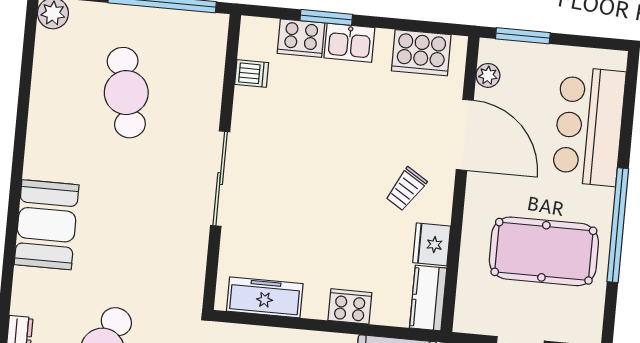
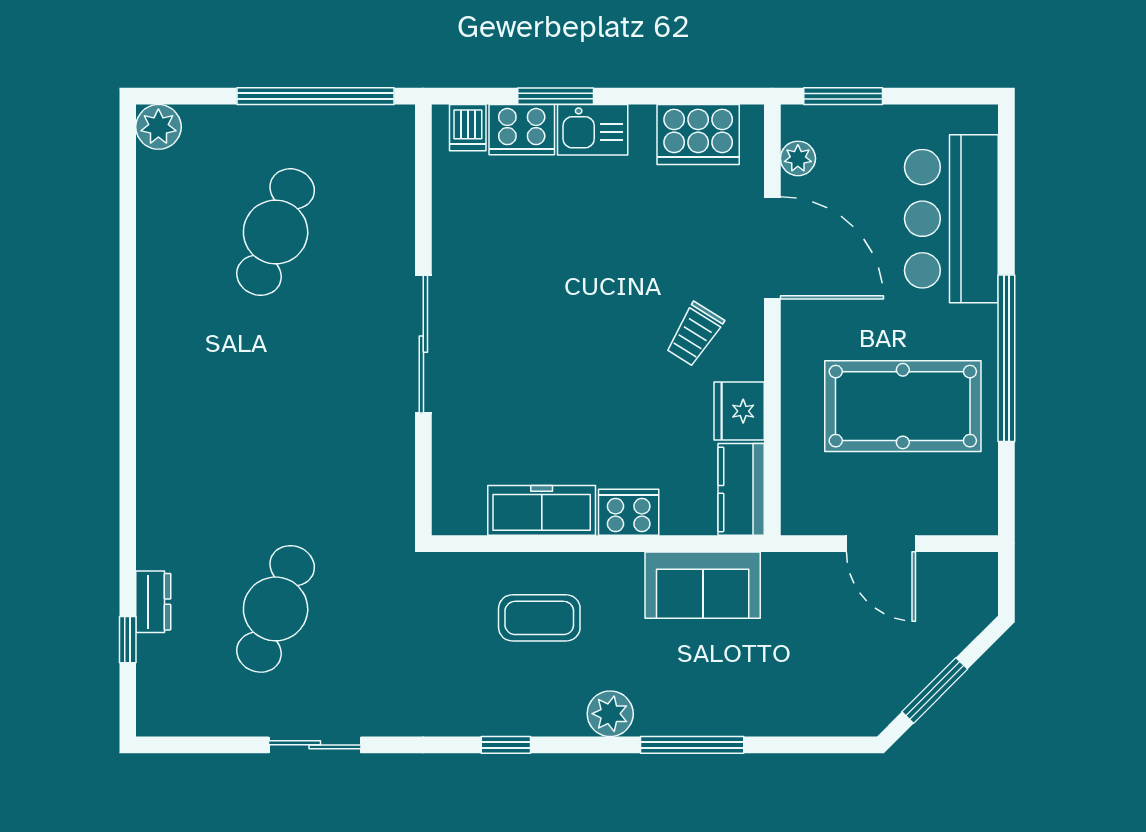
dishwasher: (252, 73) -> (468, 128), moved, turned 90
cafe table: (126, 93) -> (276, 232), turned 33
booth: (47, 225) -> (178, 434), removed
freezer: (265, 297) -> (542, 510), moved

